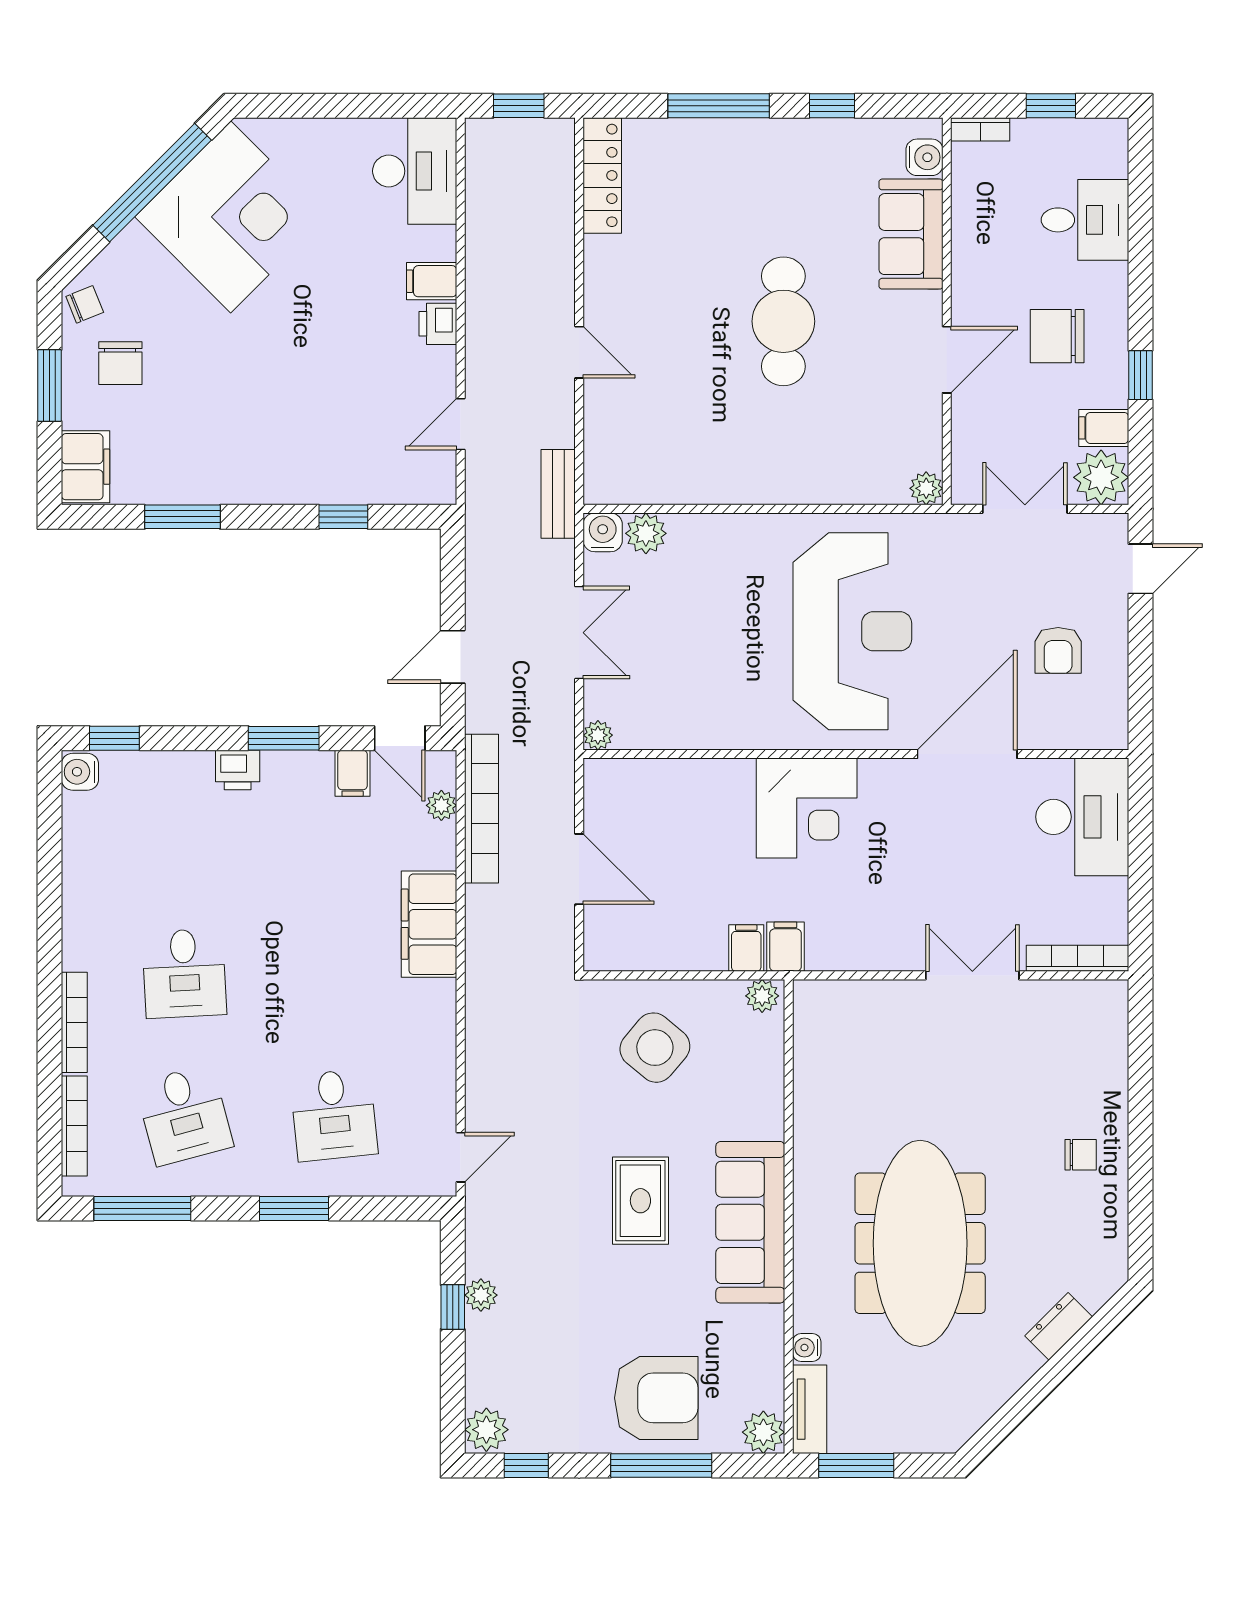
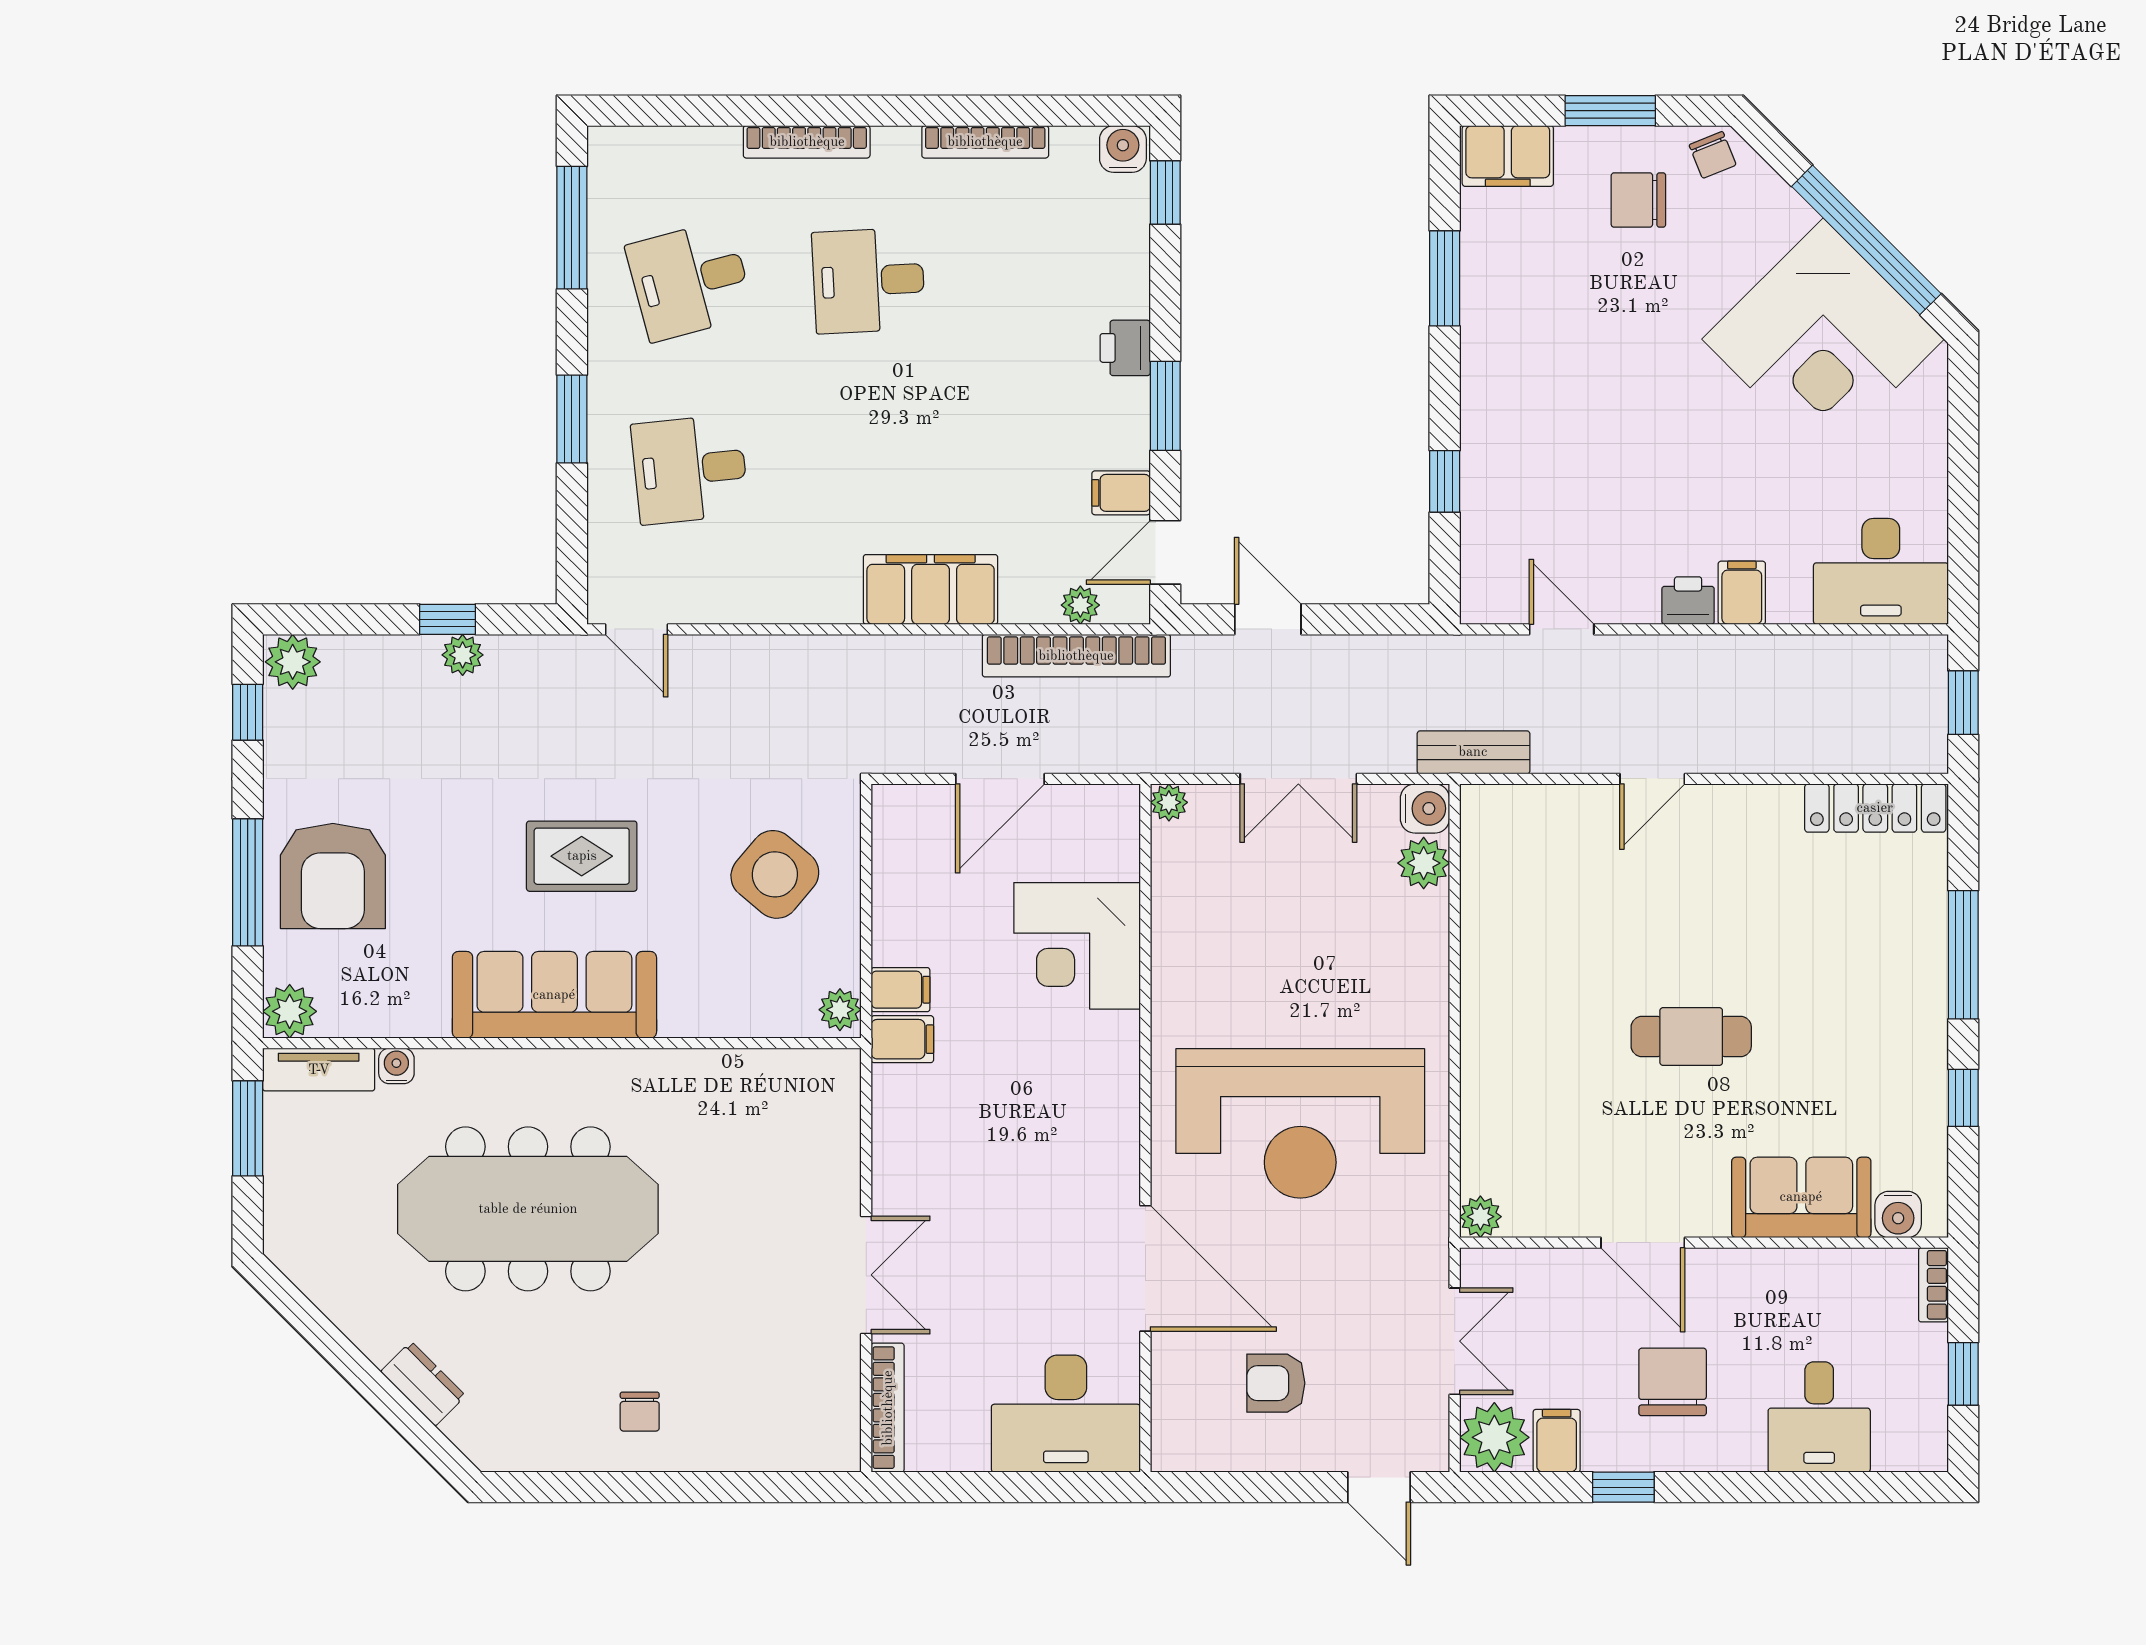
cafe table: (783, 321) -> (1691, 1037), width x0.73, depth x0.74
corner desk: (807, 808) -> (1077, 946), moved
bookcase: (74, 1126) -> (985, 142), moved

